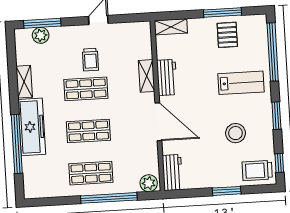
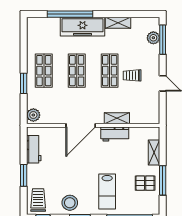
shelving: (171, 27) -> (154, 152), moved
stool: (235, 133) -> (70, 203), moved
workbench: (172, 173) -> (34, 149), moved, turned -90
window: (109, 198) -> (24, 83), width x0.47

